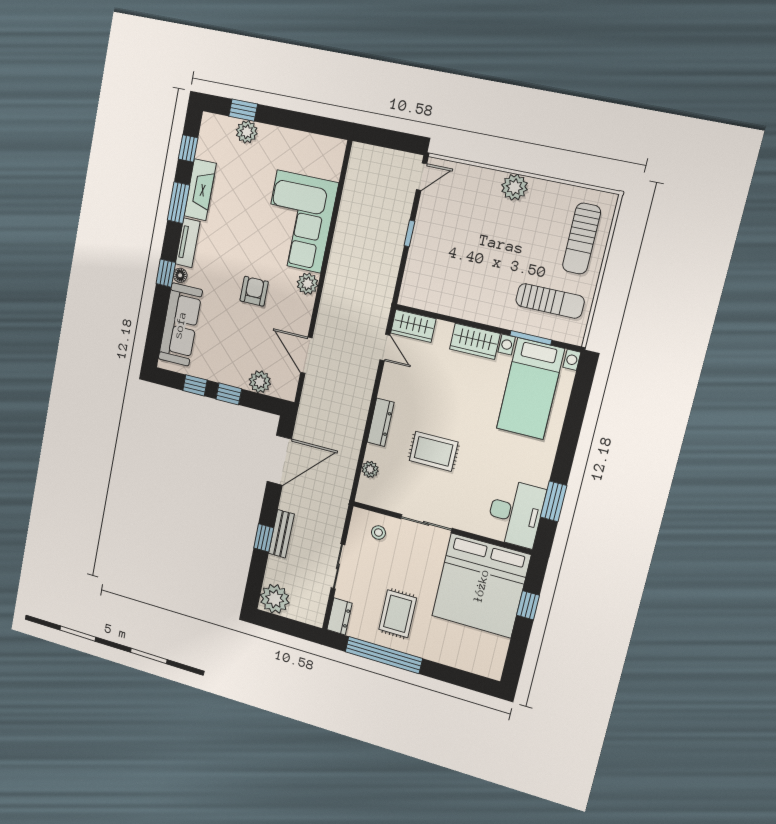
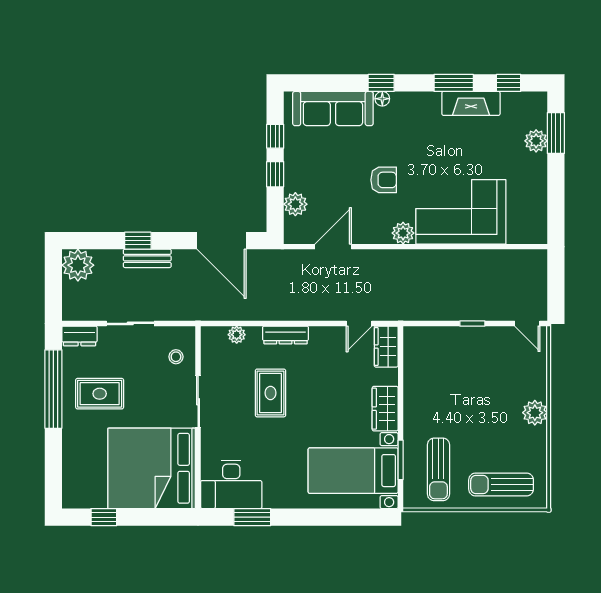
window: (243, 110) -> (556, 133), width x1.50
tv unit: (188, 243) -> (416, 101), removed
window: (528, 605) -> (104, 517), moved

